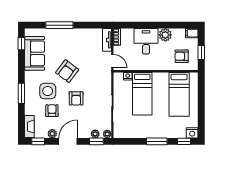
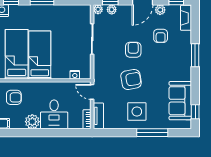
armchair: (67, 71) -> (131, 79), moved, turned 43
side table: (48, 91) -> (137, 112), moved
bed: (142, 94) -> (40, 55), moved

